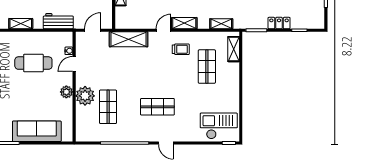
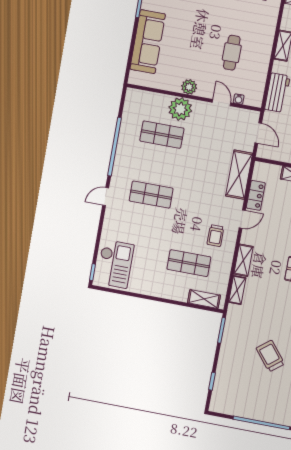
shelving: (184, 23) -> (243, 260), moved
locker: (279, 23) -> (256, 195), moved
door: (164, 30) -> (242, 219), hinge flipped
cafe table: (33, 63) -> (232, 53), width x0.73, depth x0.74
shop shelf: (157, 107) -> (151, 195), turned 90

